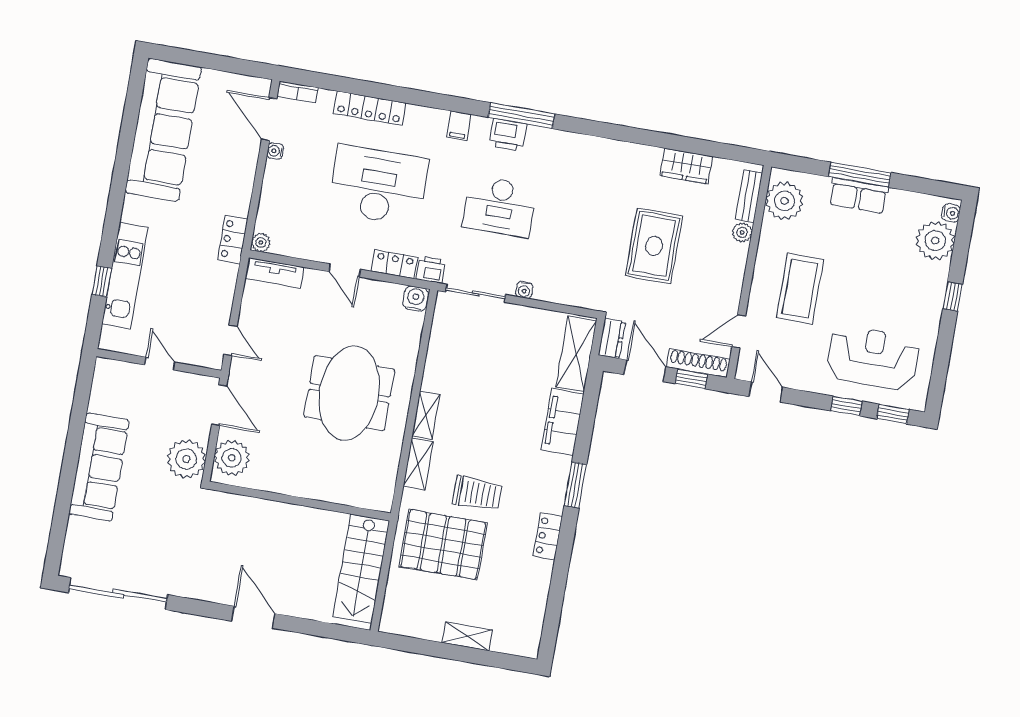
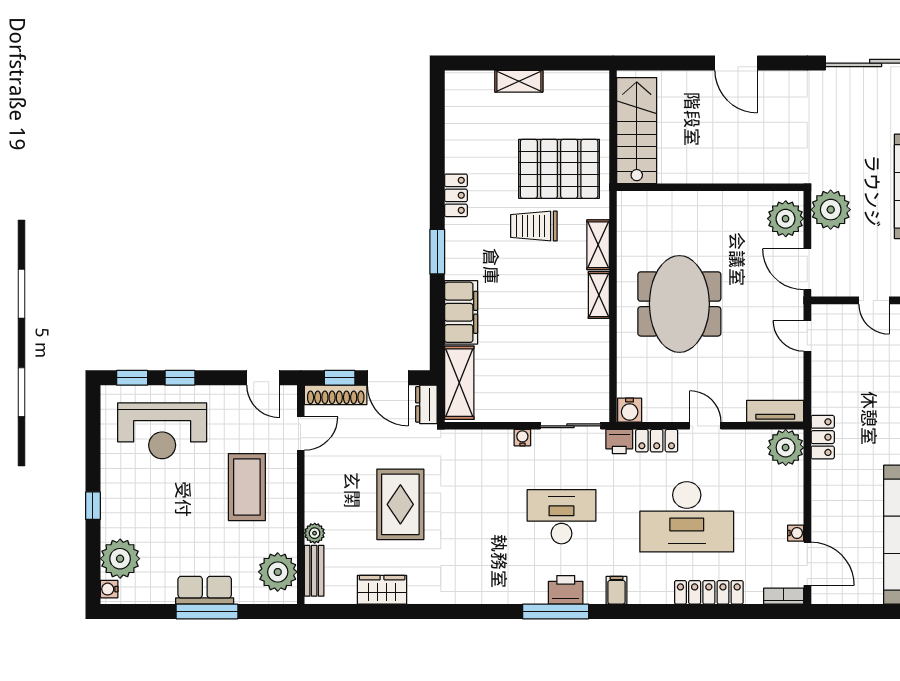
plant: (261, 242) -> (786, 448), width x1.88, depth x1.88

